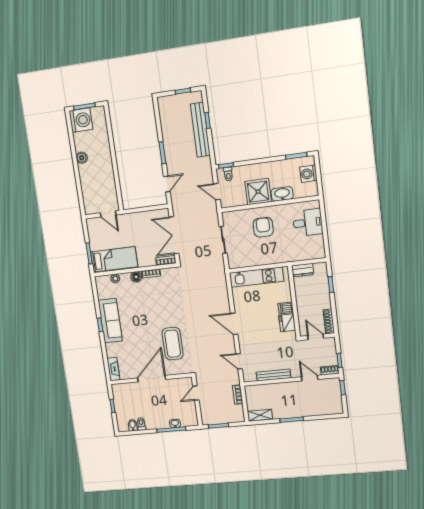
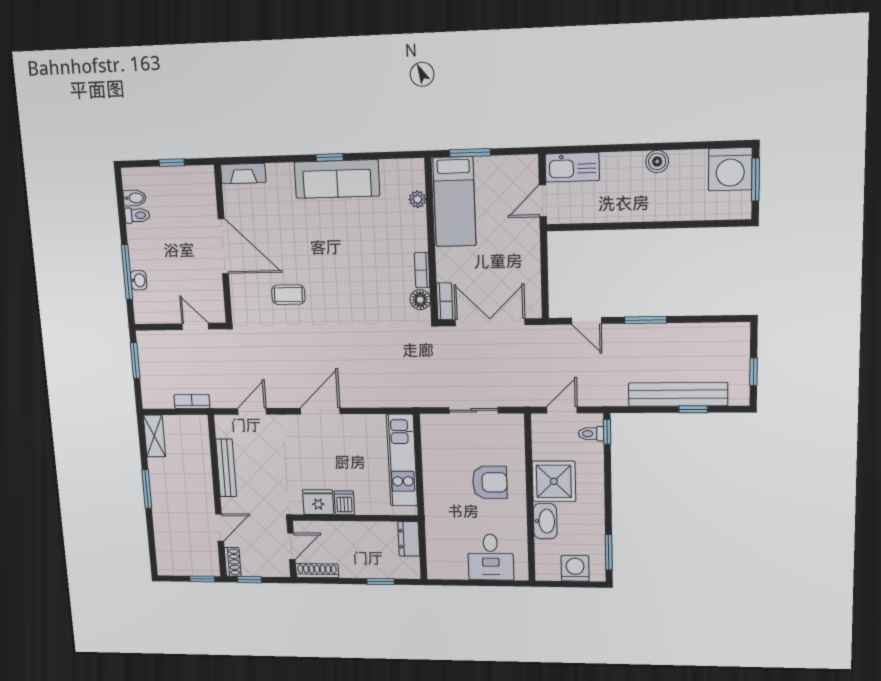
kitchen sink: (90, 201) -> (572, 167), added
floor lamp: (136, 277) -> (420, 300), moved
coffee table: (173, 344) -> (288, 295), width x0.54, depth x0.58

